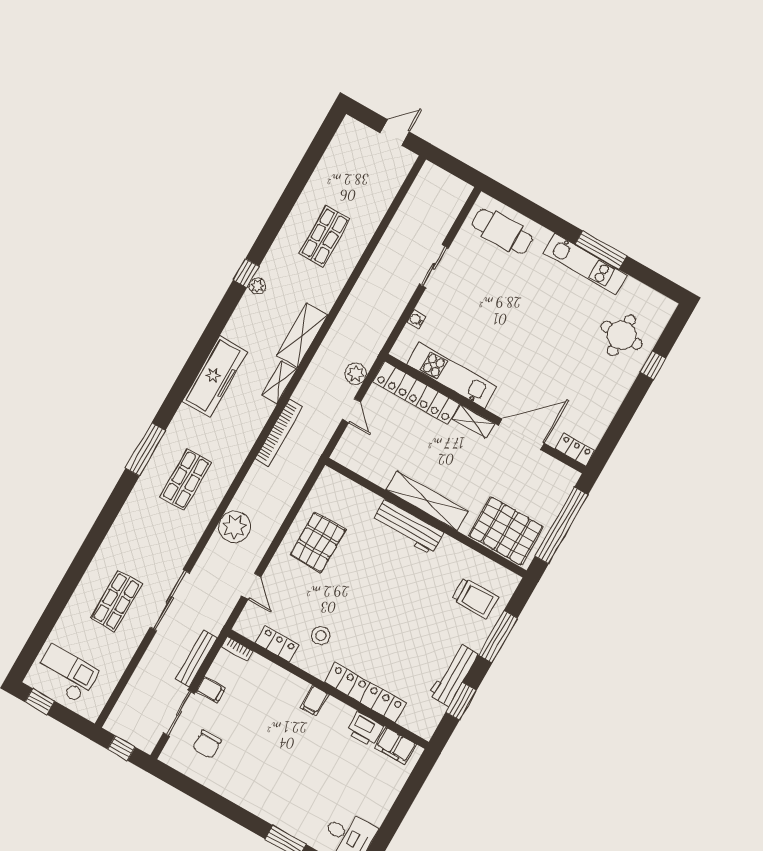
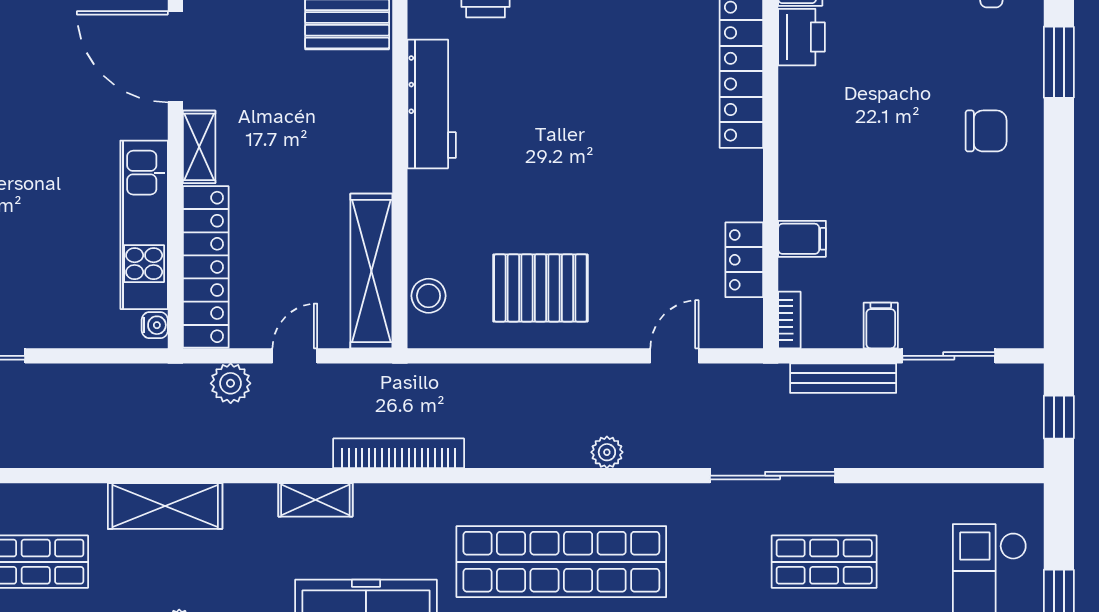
water cooler: (416, 320) -> (155, 325), moved, turned -90
shelving: (302, 335) -> (165, 506), moved
shop shelf: (186, 480) -> (561, 562), width x2.00, depth x1.36
shelving: (427, 501) -> (371, 271), moved
plant: (234, 527) -> (607, 452), width x0.53, depth x0.53
workbench: (408, 527) -> (432, 104), moved
stool: (321, 636) -> (429, 296), moved
filing cabinet: (314, 701) -> (802, 239), moved
chair: (207, 744) -> (986, 131), moved

